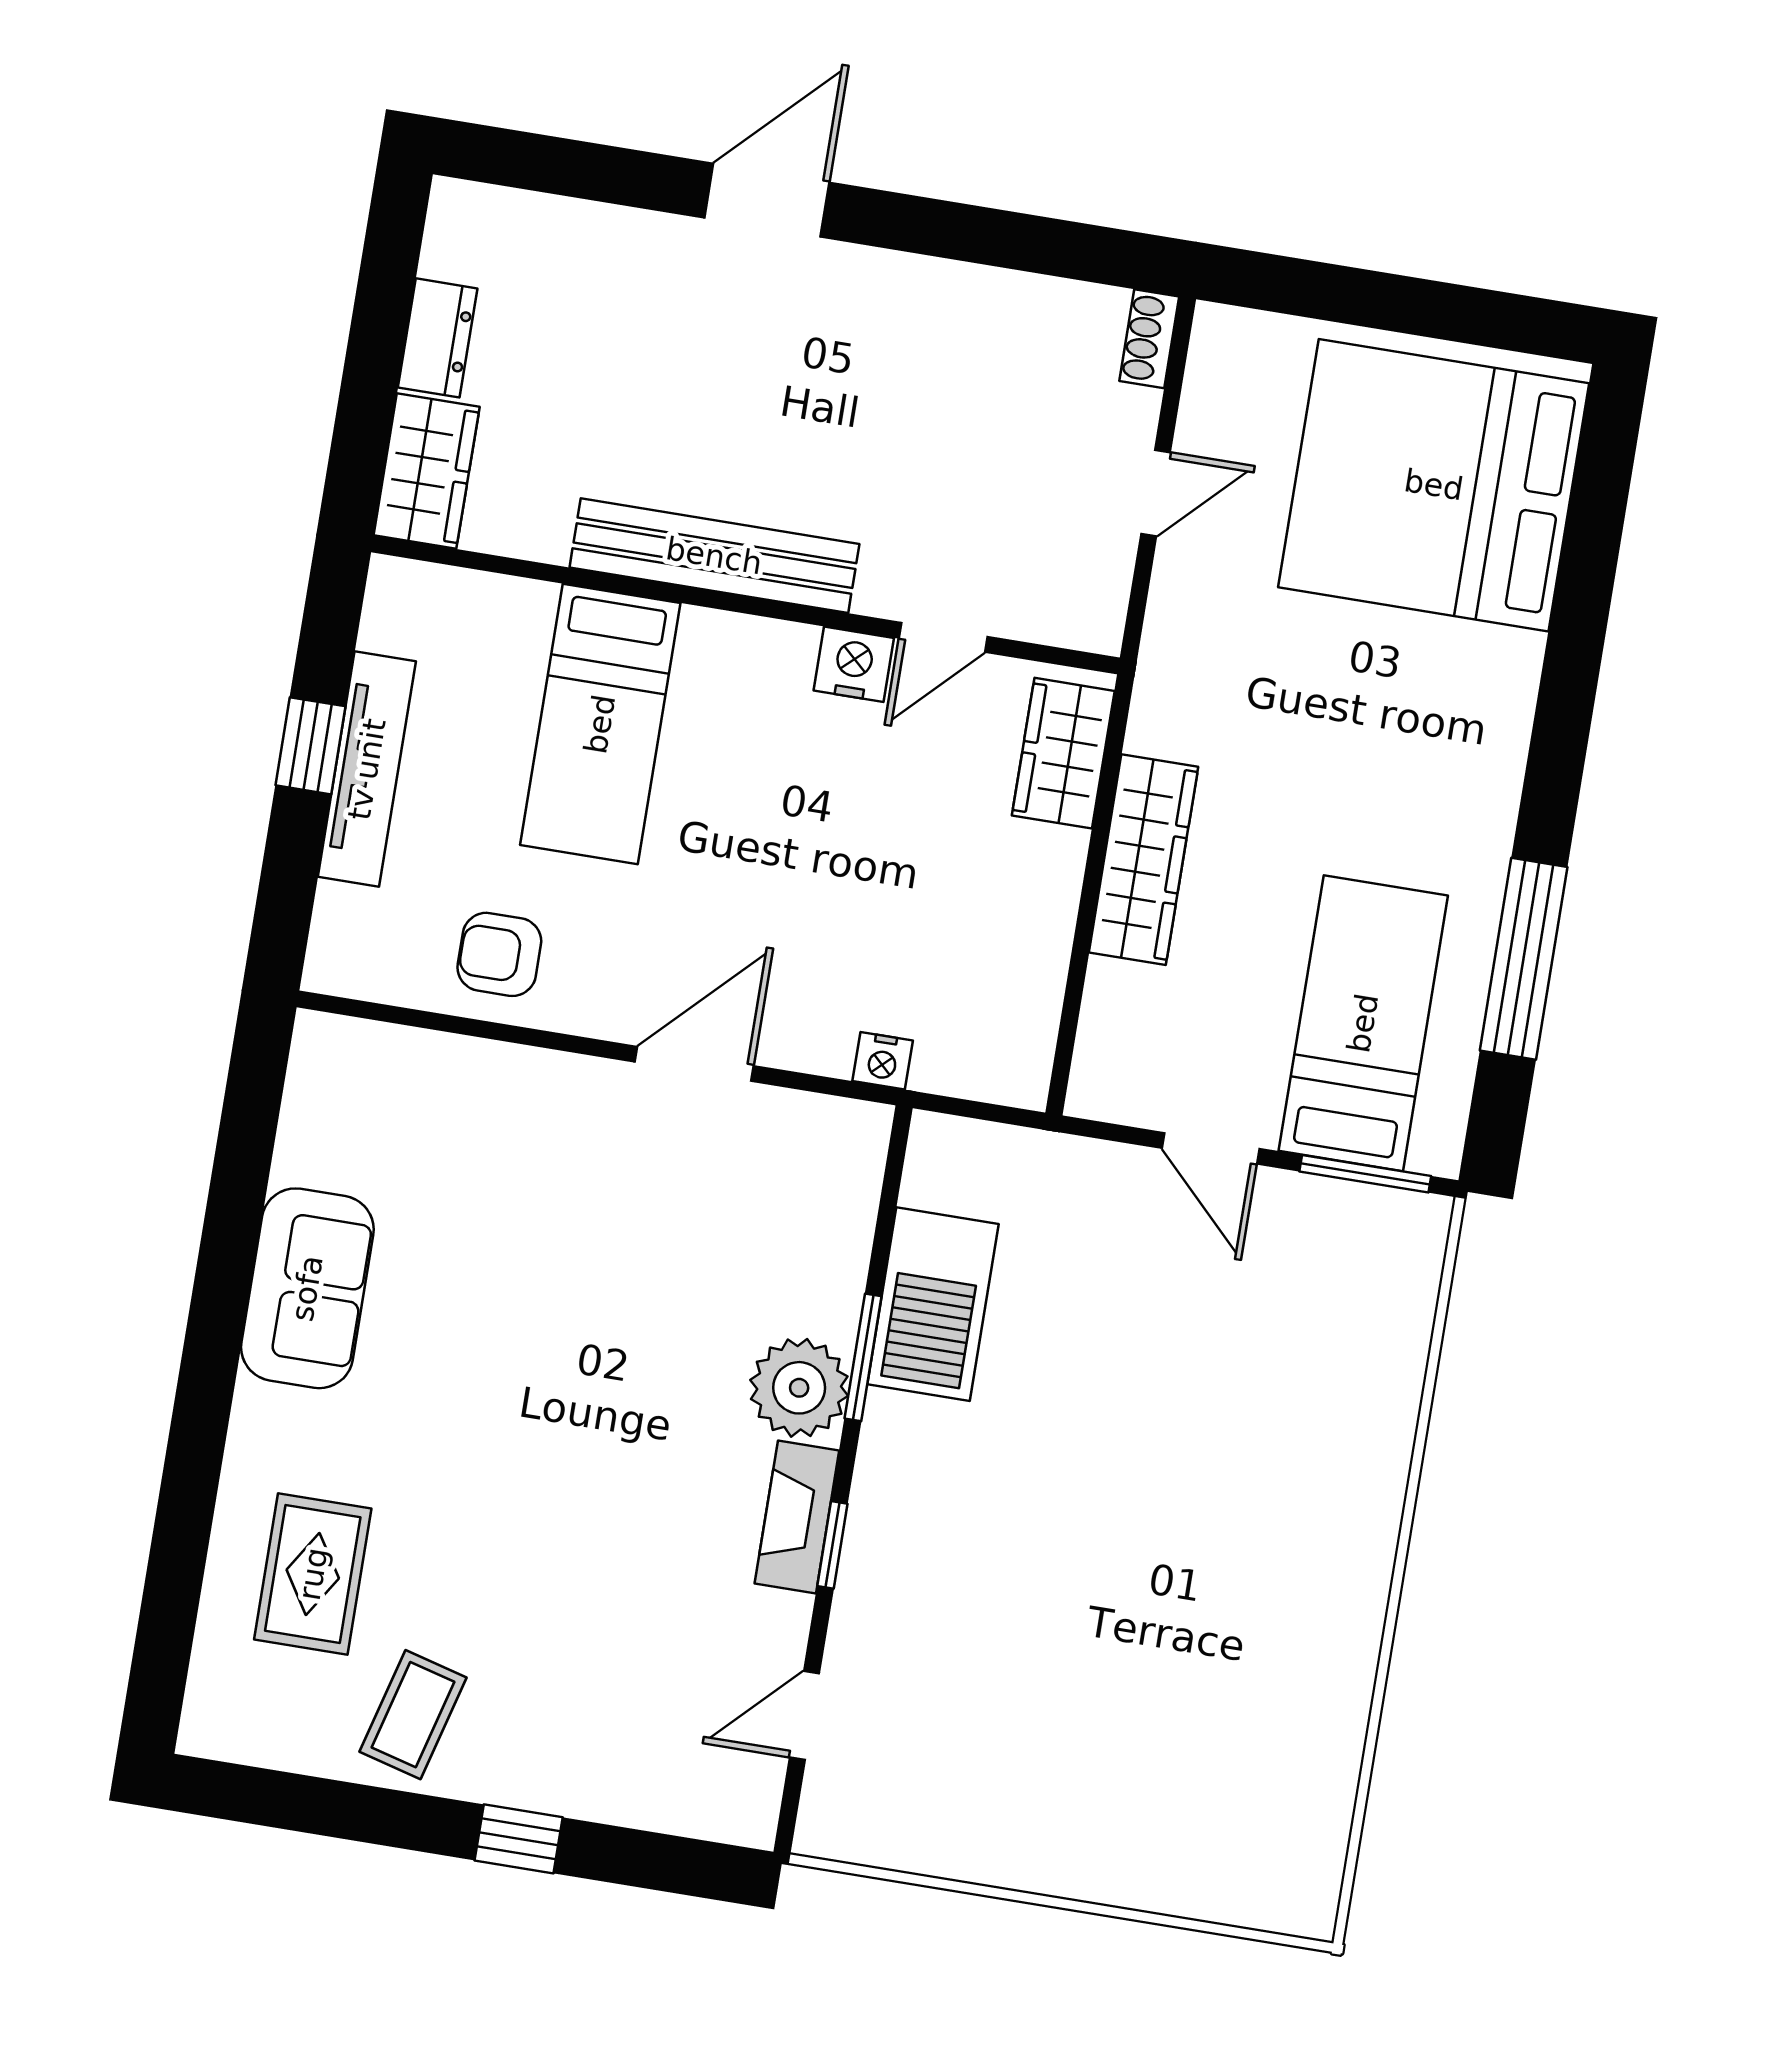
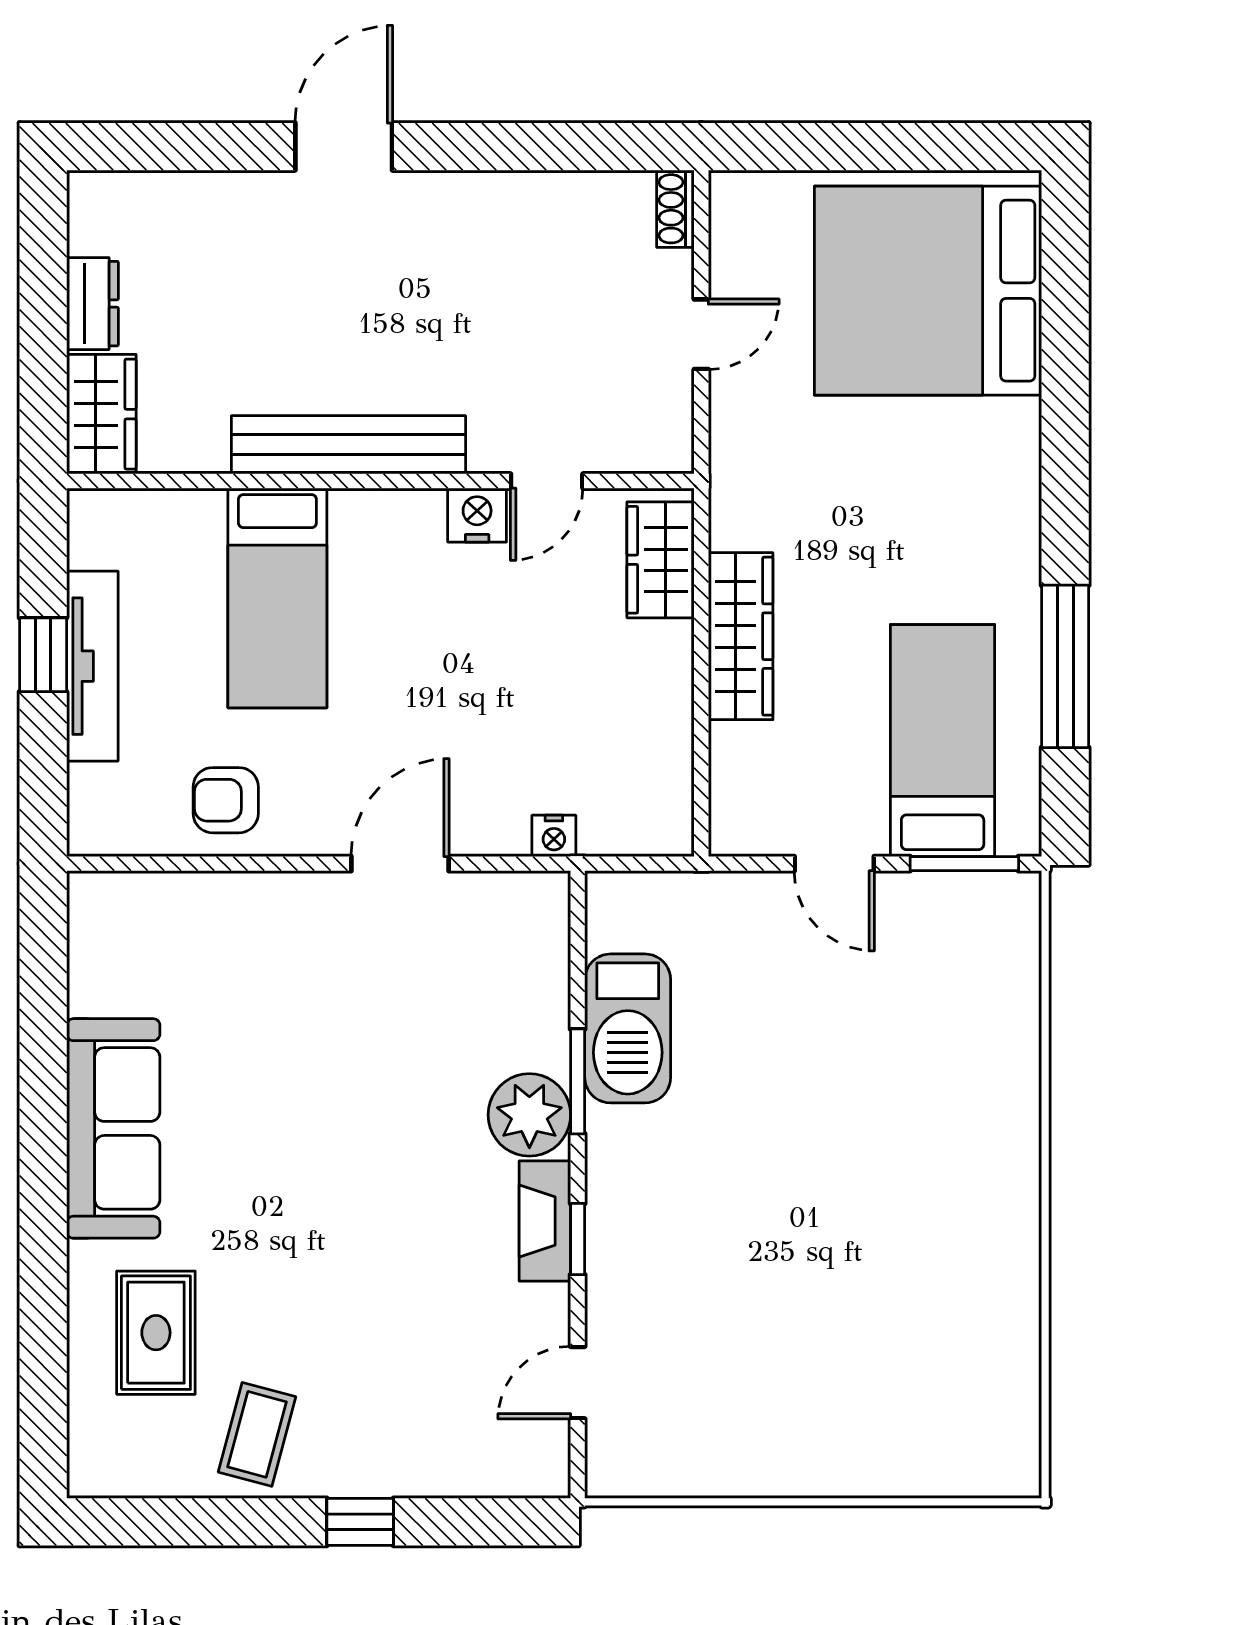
sofa: (307, 1288) -> (113, 1128), width x1.36

